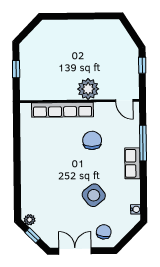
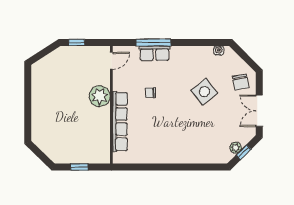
chair: (92, 140) -> (150, 93), width x0.54, depth x0.54
row of seats: (132, 163) -> (154, 53), moved
plant: (30, 220) -> (236, 148), moved
chair: (104, 232) -> (241, 82), turned -109

